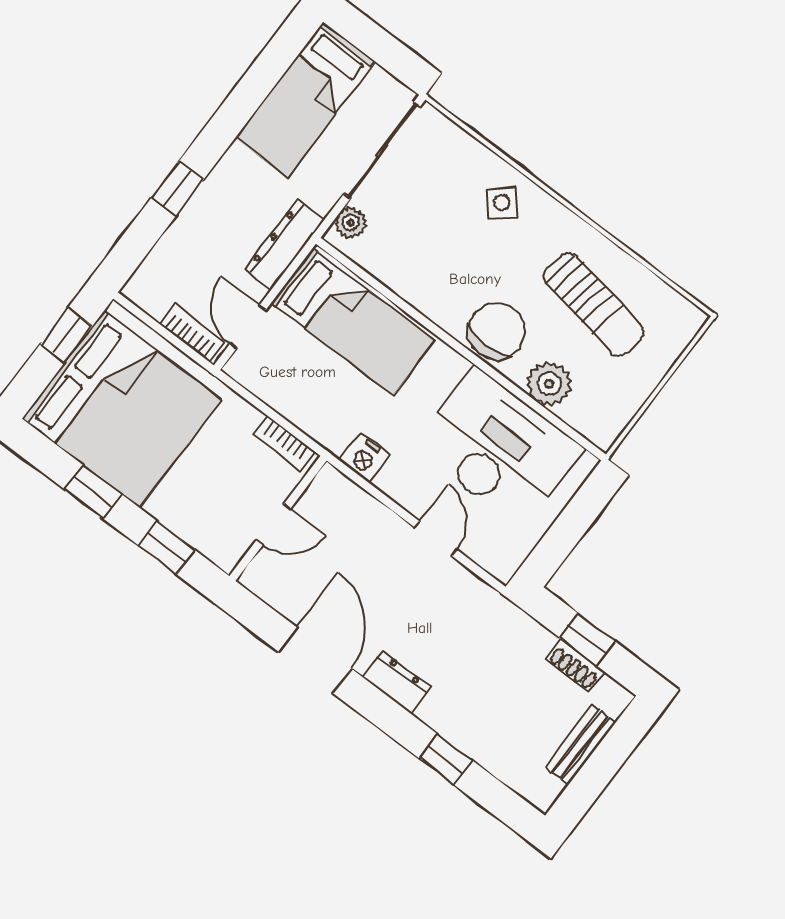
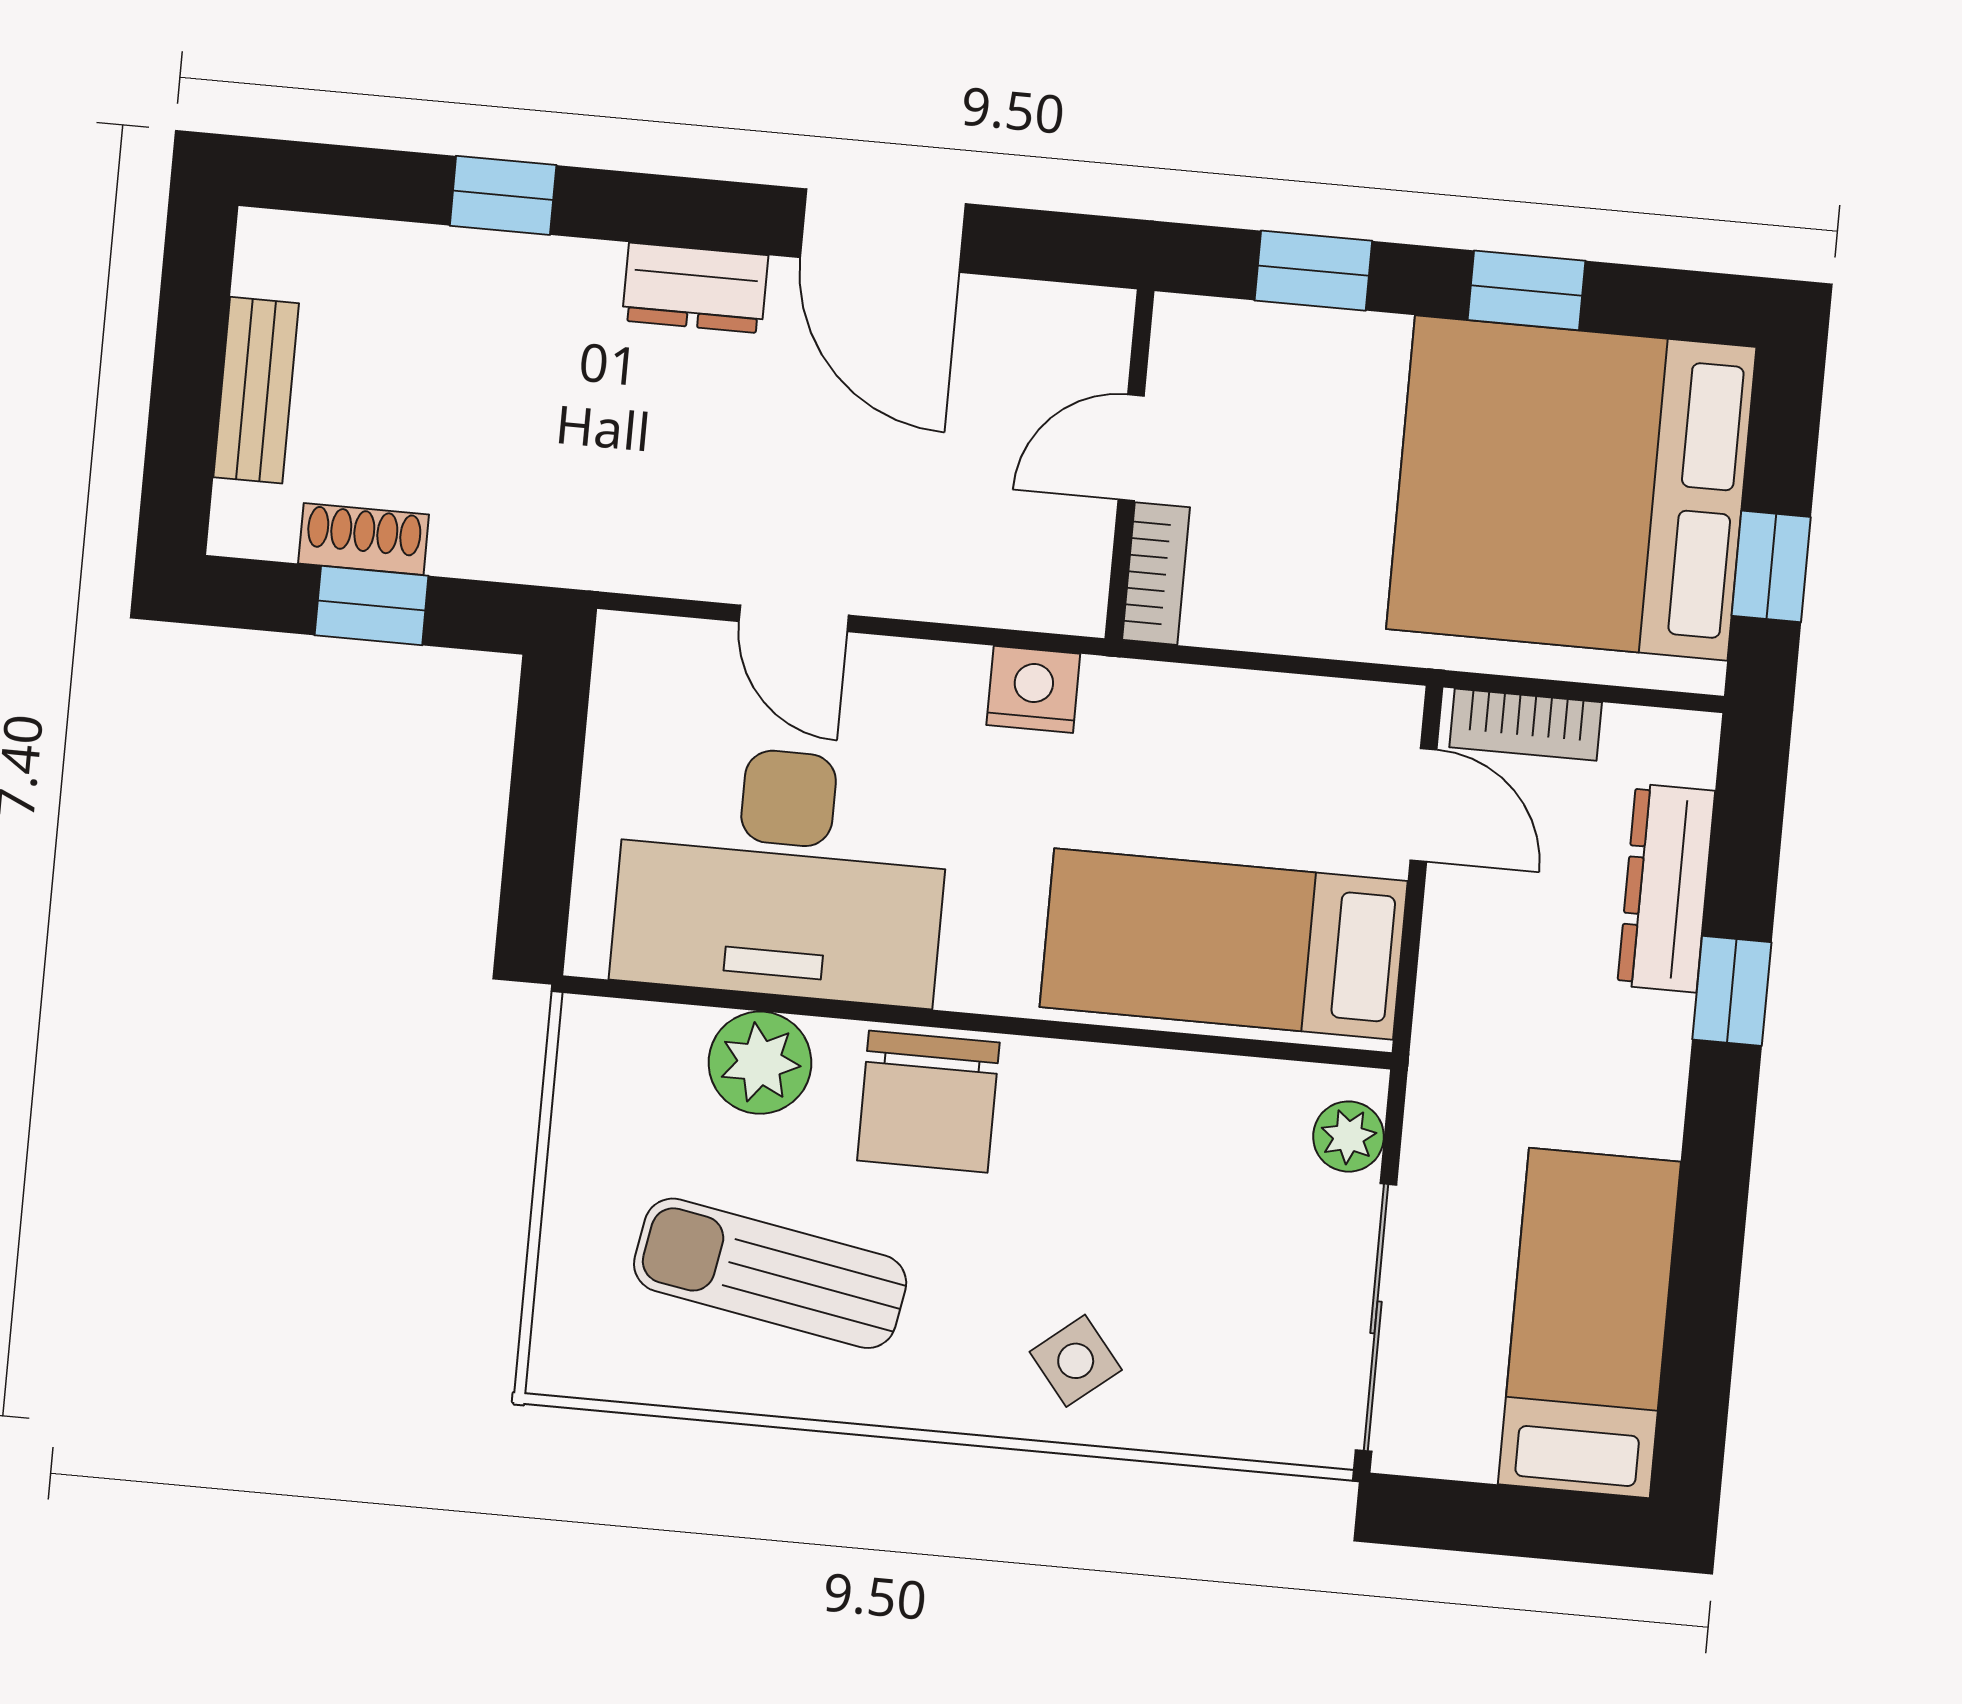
dresser: (284, 245) -> (1666, 888), moved, turned 180
bookcase: (284, 443) -> (1156, 574), moved, turned 90

